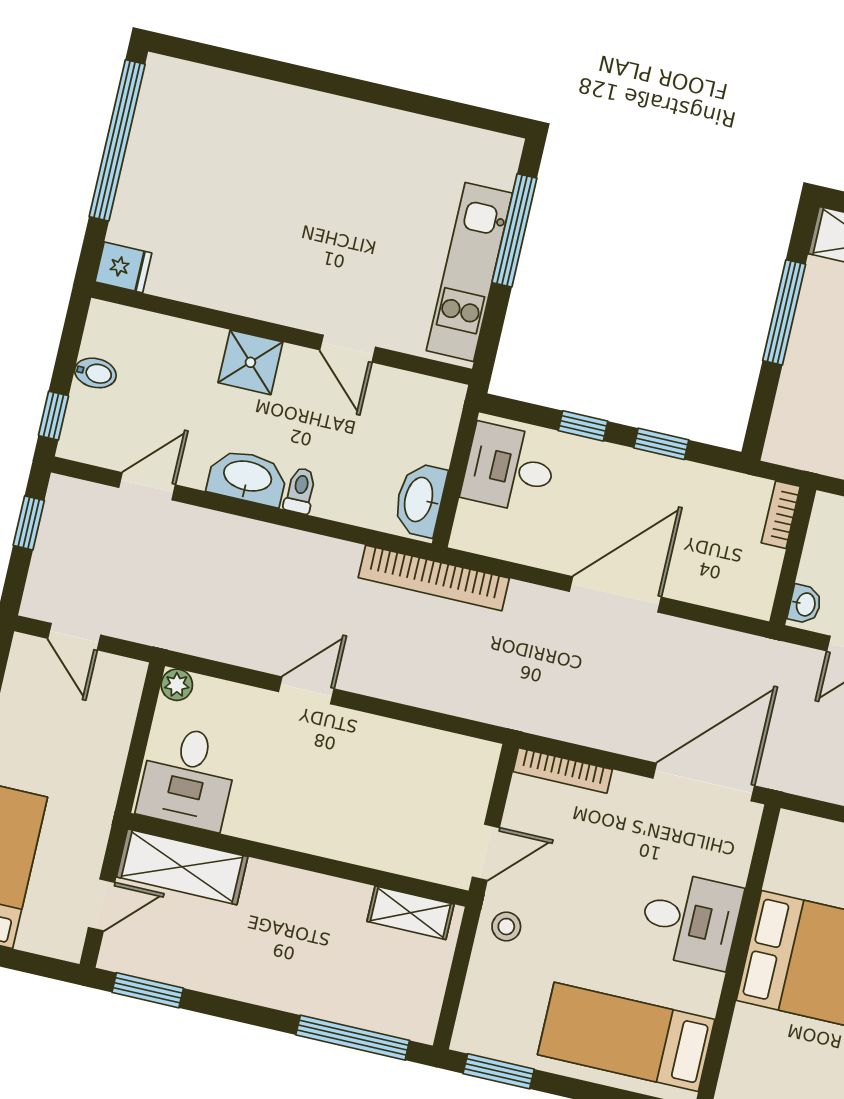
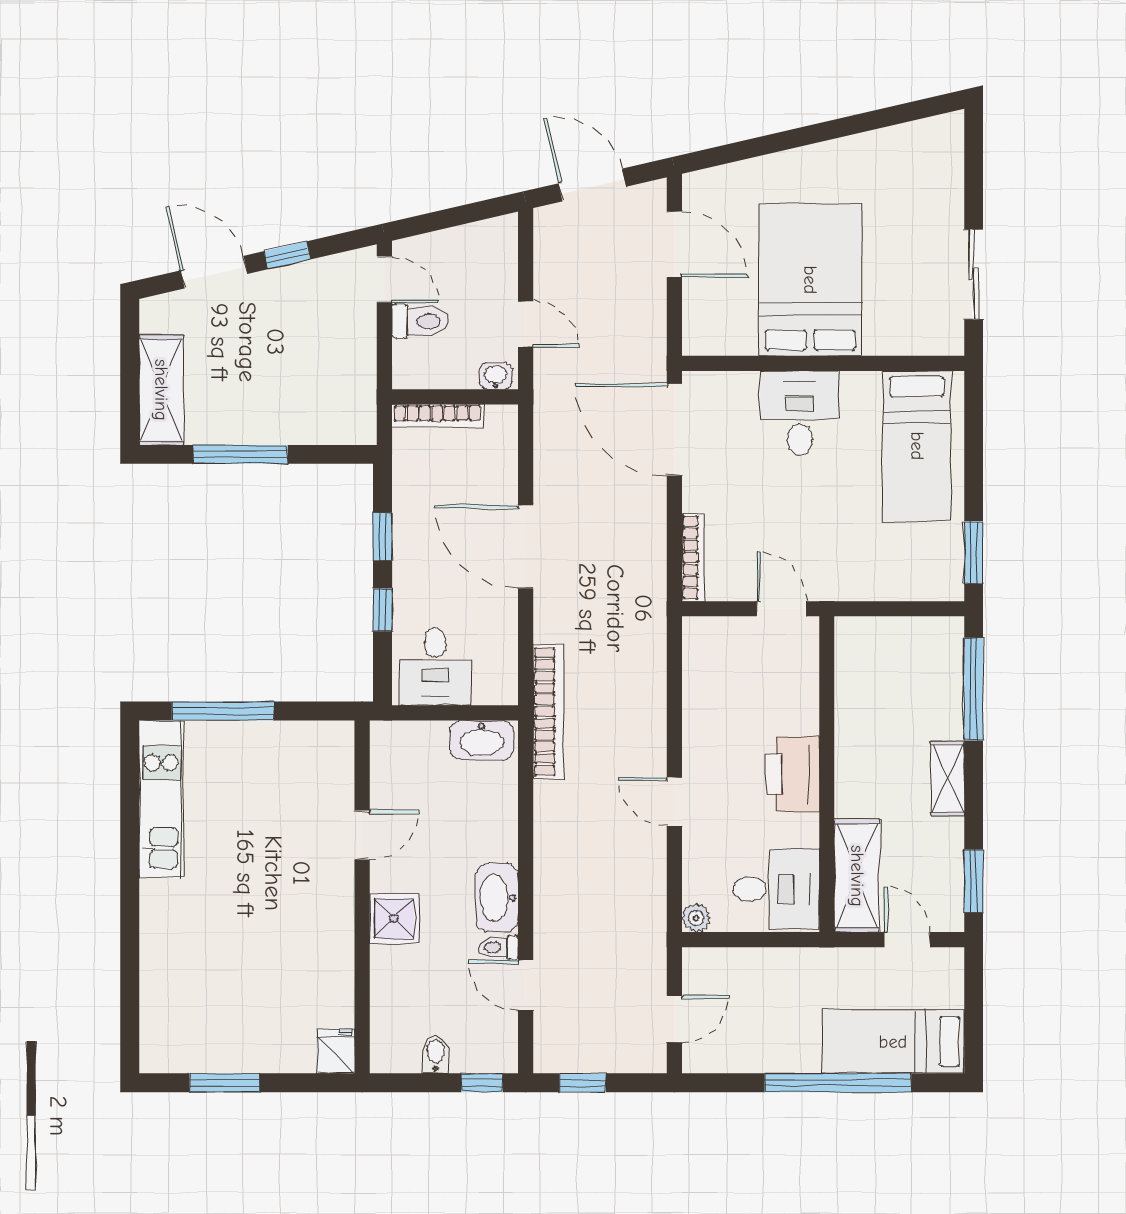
window: (117, 140) -> (224, 1083), width x0.47
kitchen unit: (469, 272) -> (161, 799), moved, turned -90
toilet: (300, 491) -> (498, 948), moved
bookcase: (781, 515) -> (437, 416), width x1.56
printer: (307, 823) -> (793, 774), added
shelving: (410, 913) -> (948, 779), moved
stool: (506, 927) -> (843, 575), removed

